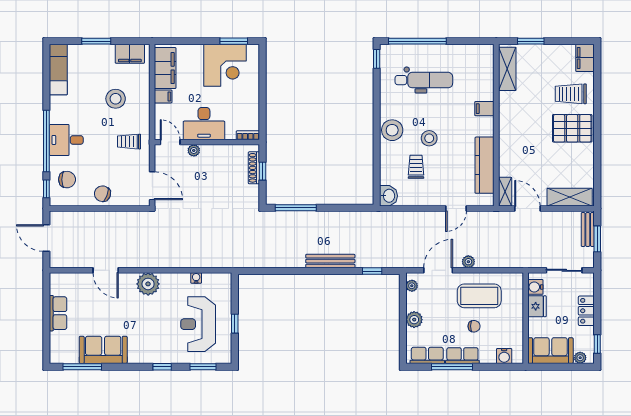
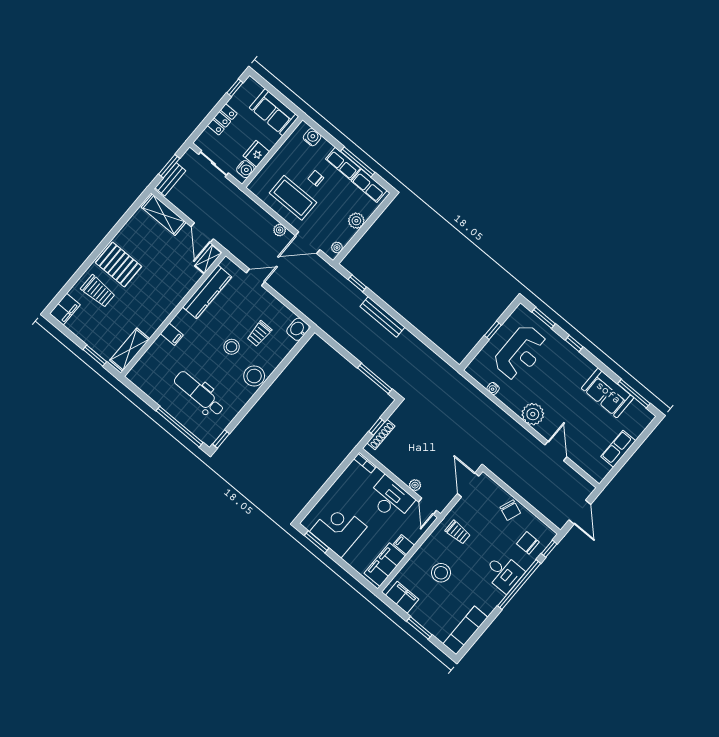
plant: (580, 358) -> (256, 88), removed

